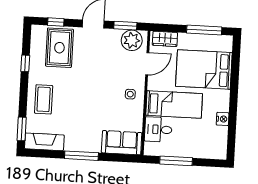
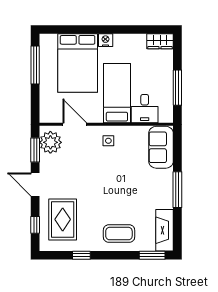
wardrobe: (165, 39) -> (160, 41), moved, turned 90
rug: (59, 48) -> (63, 219), turned 90
nightstand: (223, 119) -> (106, 40), moved

